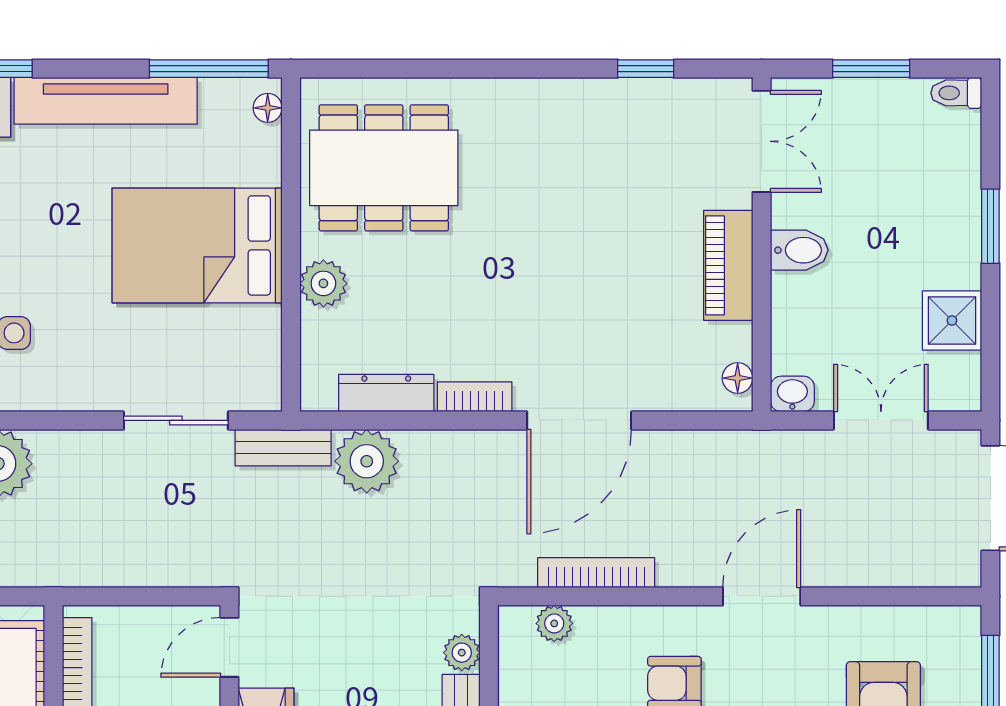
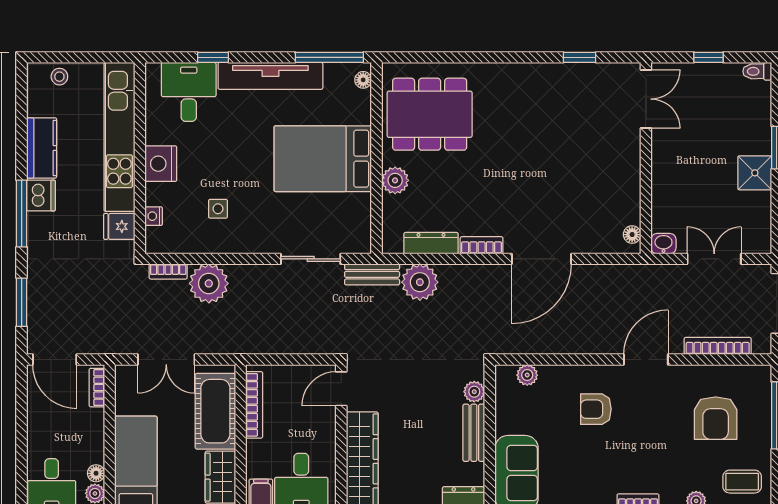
window: (871, 69) -> (709, 57), width x0.67
bidet: (799, 250) -> (667, 161), removed
piano: (728, 265) -> (627, 170), removed
shower: (952, 320) -> (755, 173), moved
bookcase: (596, 573) -> (718, 346), moved

